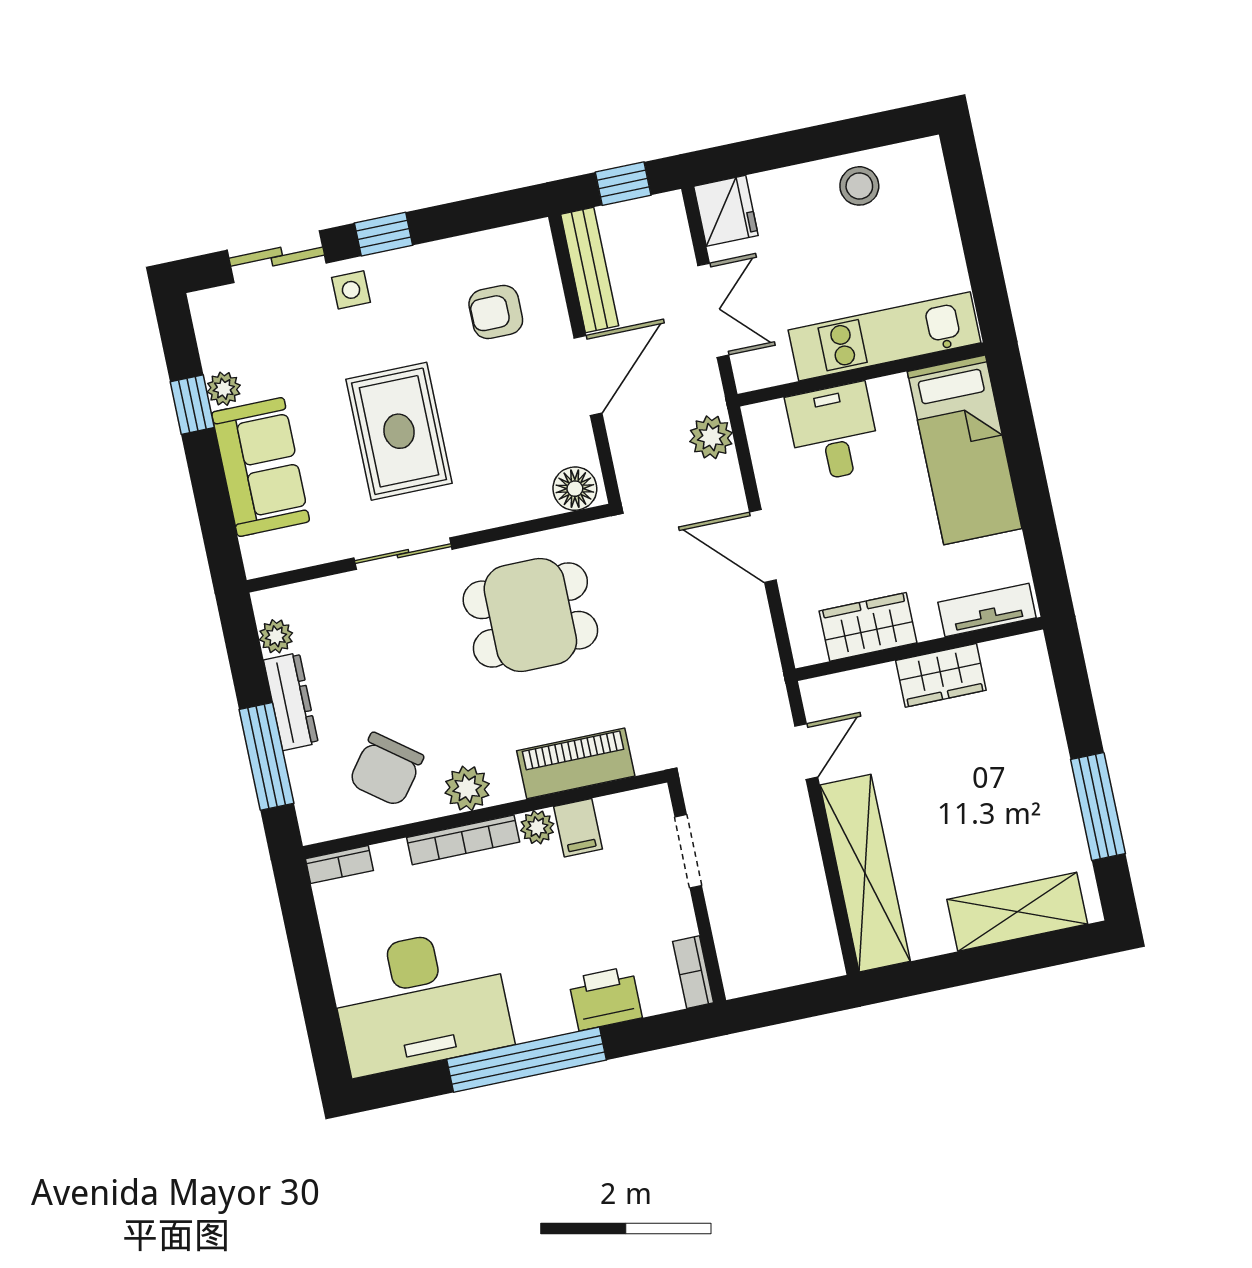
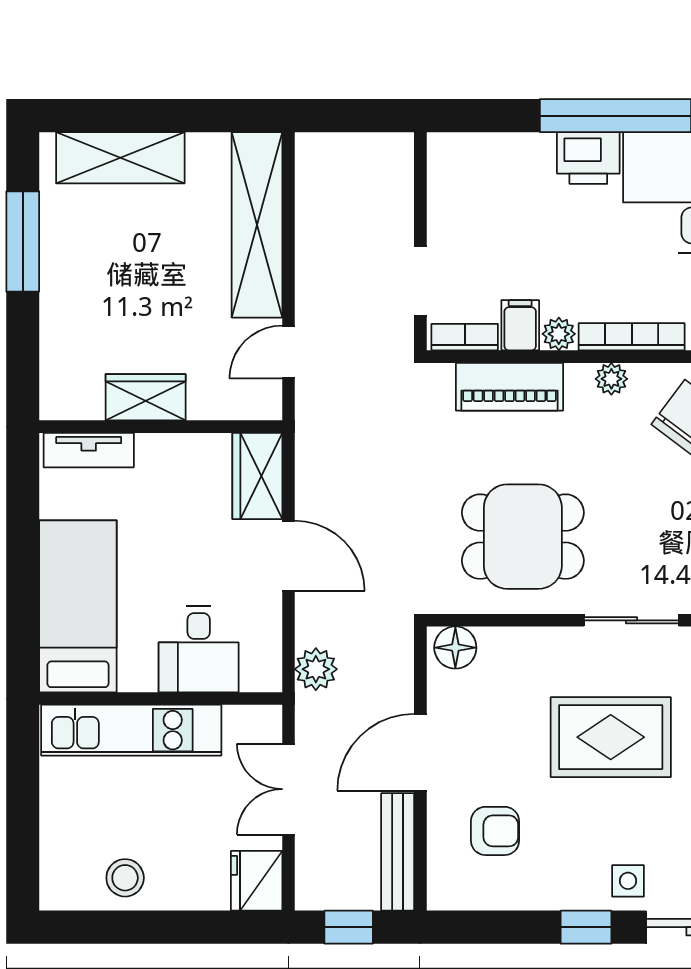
rug: (399, 431) -> (611, 737), turned 90
wardrobe: (868, 627) -> (257, 476), moved, turned 90
plant: (467, 788) -> (611, 379), width x0.73, depth x0.73
bookcase: (693, 972) -> (465, 337), moved, turned -90
printer: (605, 998) -> (588, 158), moved

